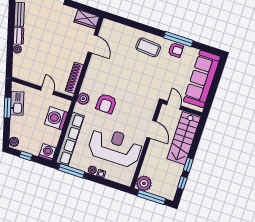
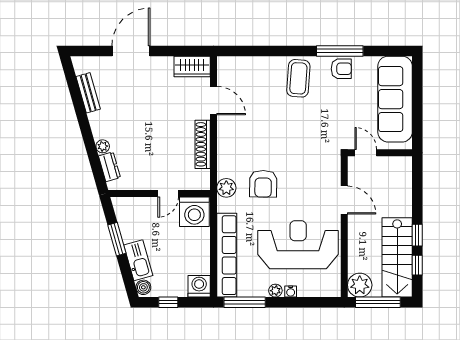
dresser: (19, 36) -> (109, 167), moved
coffee table: (148, 47) -> (298, 78), turned 90
shoe rack: (74, 78) -> (203, 144), moved
door: (47, 91) -> (168, 194), swing flipped
kitchen sink: (17, 103) -> (138, 260), moved
washing machine: (56, 118) -> (194, 212), moved, turned -90
stairs: (184, 138) -> (397, 257), moved

